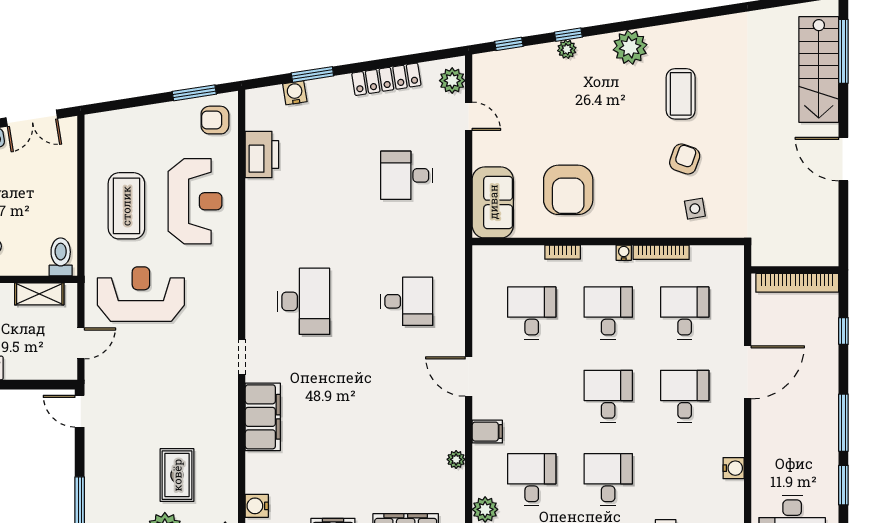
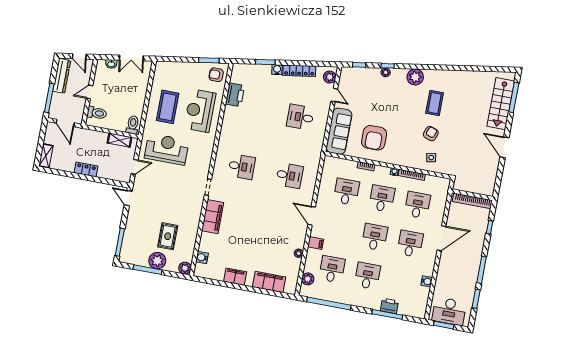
water cooler: (295, 93) -> (277, 70), moved
reception desk: (195, 201) -> (200, 111), turned 180
sofa: (493, 202) -> (339, 131), width x1.36
desk: (304, 301) -> (242, 167), width x0.73

